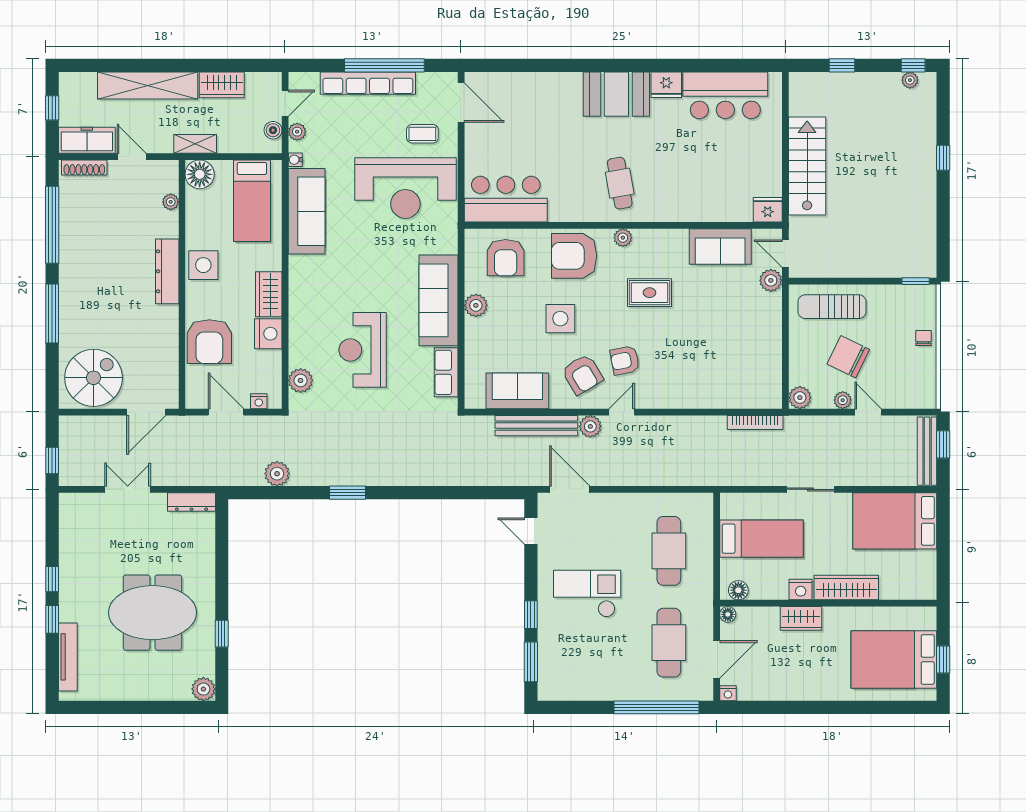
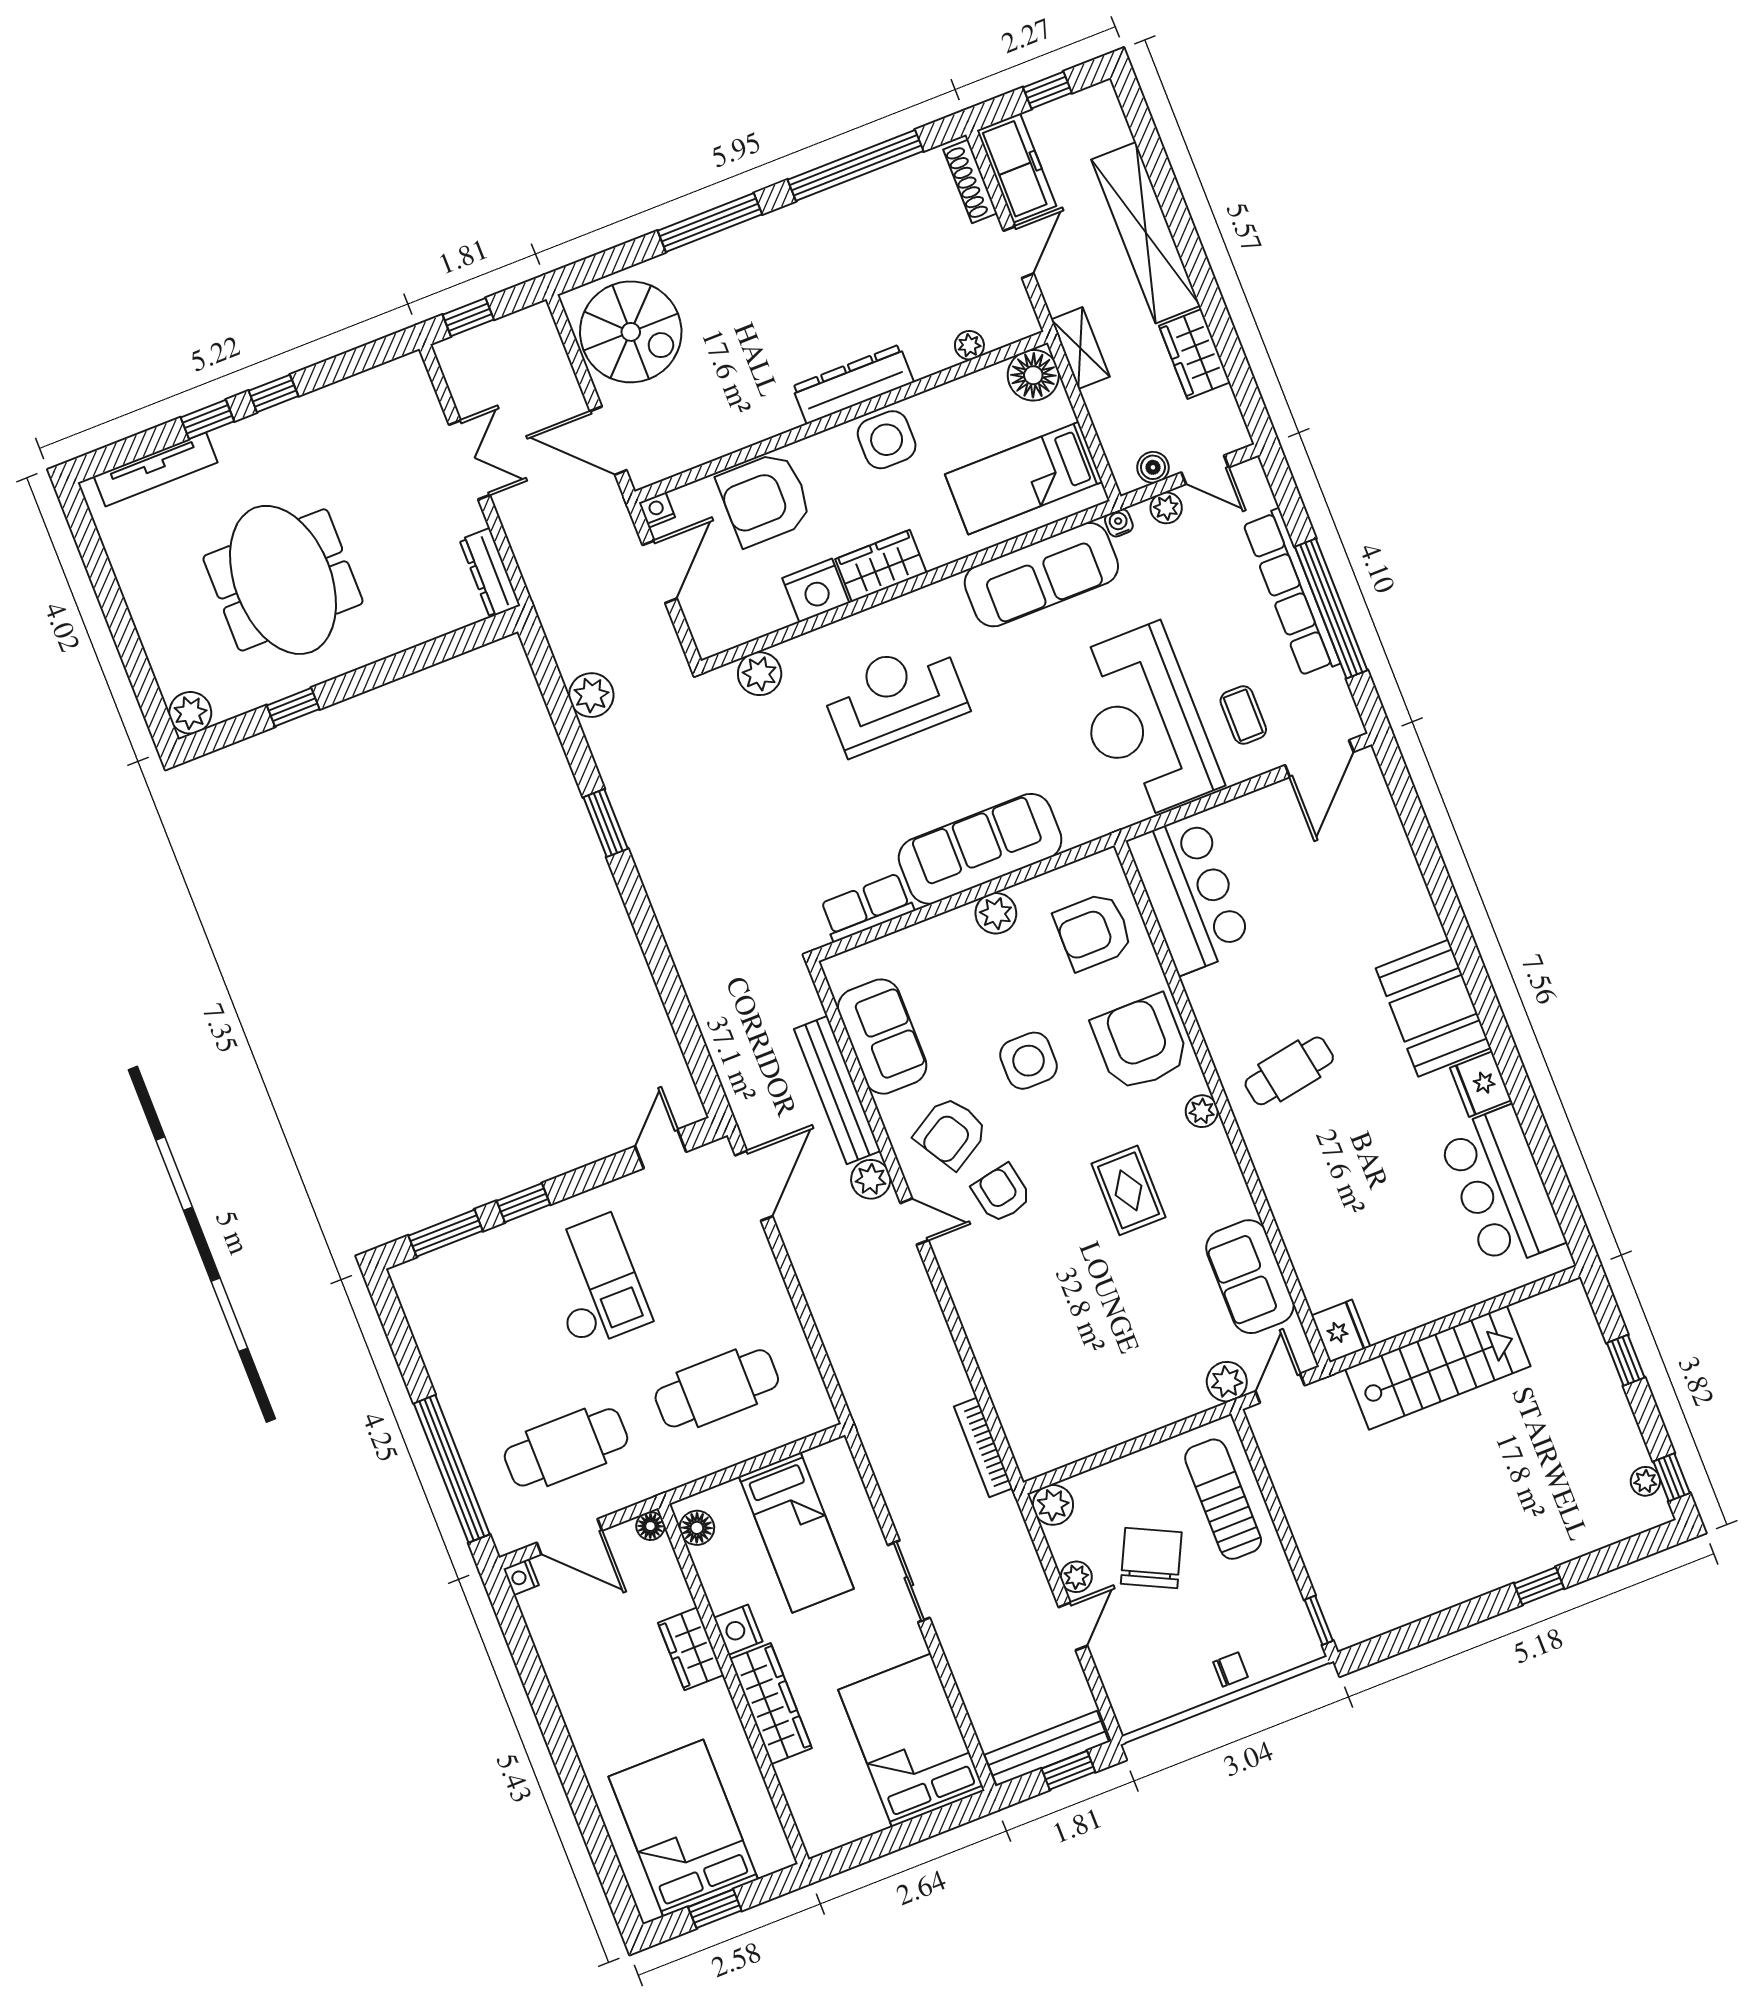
reception desk: (363, 350) -> (894, 697), moved
nightstand: (259, 401) -> (657, 510), moved, turned 90

